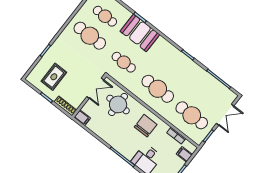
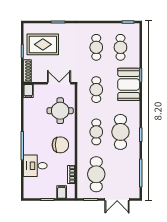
cafe table: (90, 36) -> (96, 47), width x0.73, depth x0.74
cafe table: (173, 69) -> (120, 132), added
rug: (54, 77) -> (43, 44), width x1.36, depth x1.43
double door: (95, 88) -> (59, 83), swing flipped
cafe table: (158, 89) -> (96, 132), width x0.73, depth x0.74

